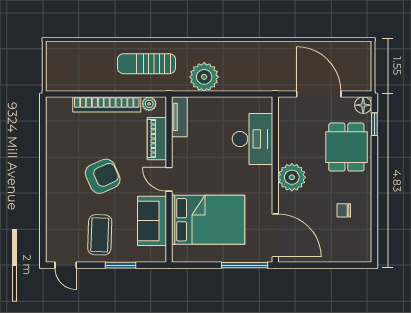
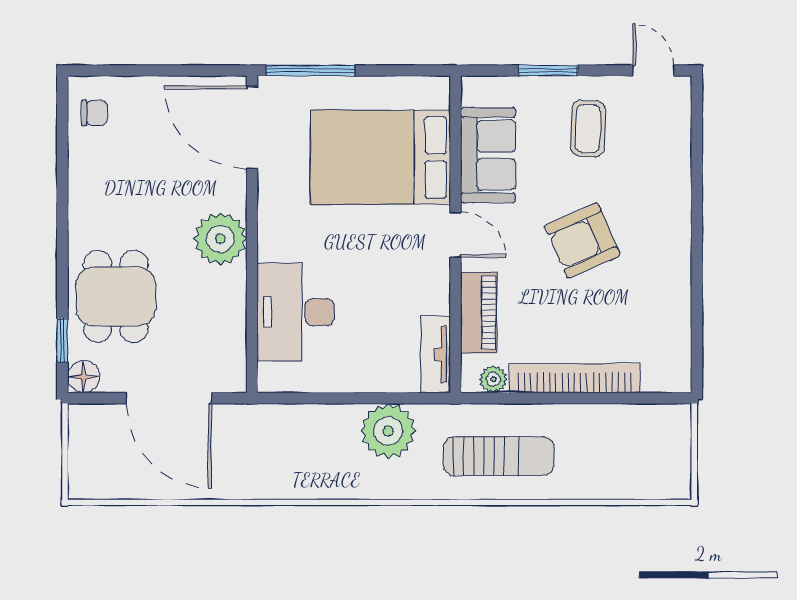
chair: (344, 210) -> (94, 113), moved
coffee table: (100, 235) -> (588, 129), width x0.73, depth x0.77

